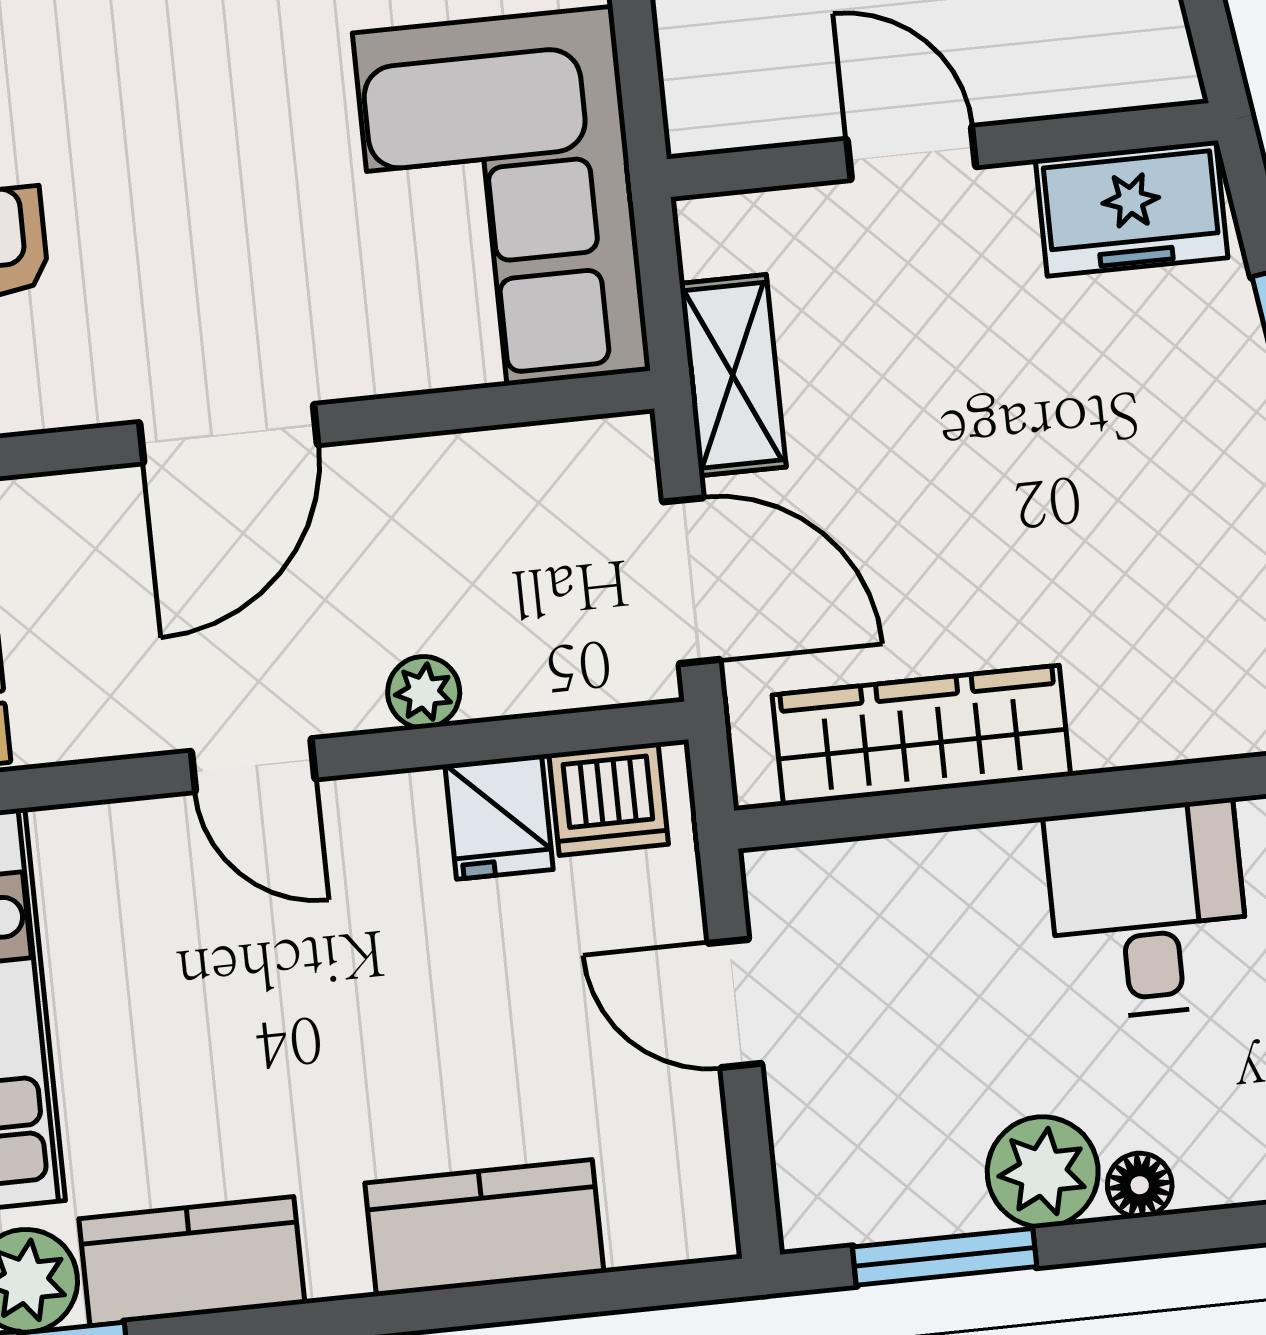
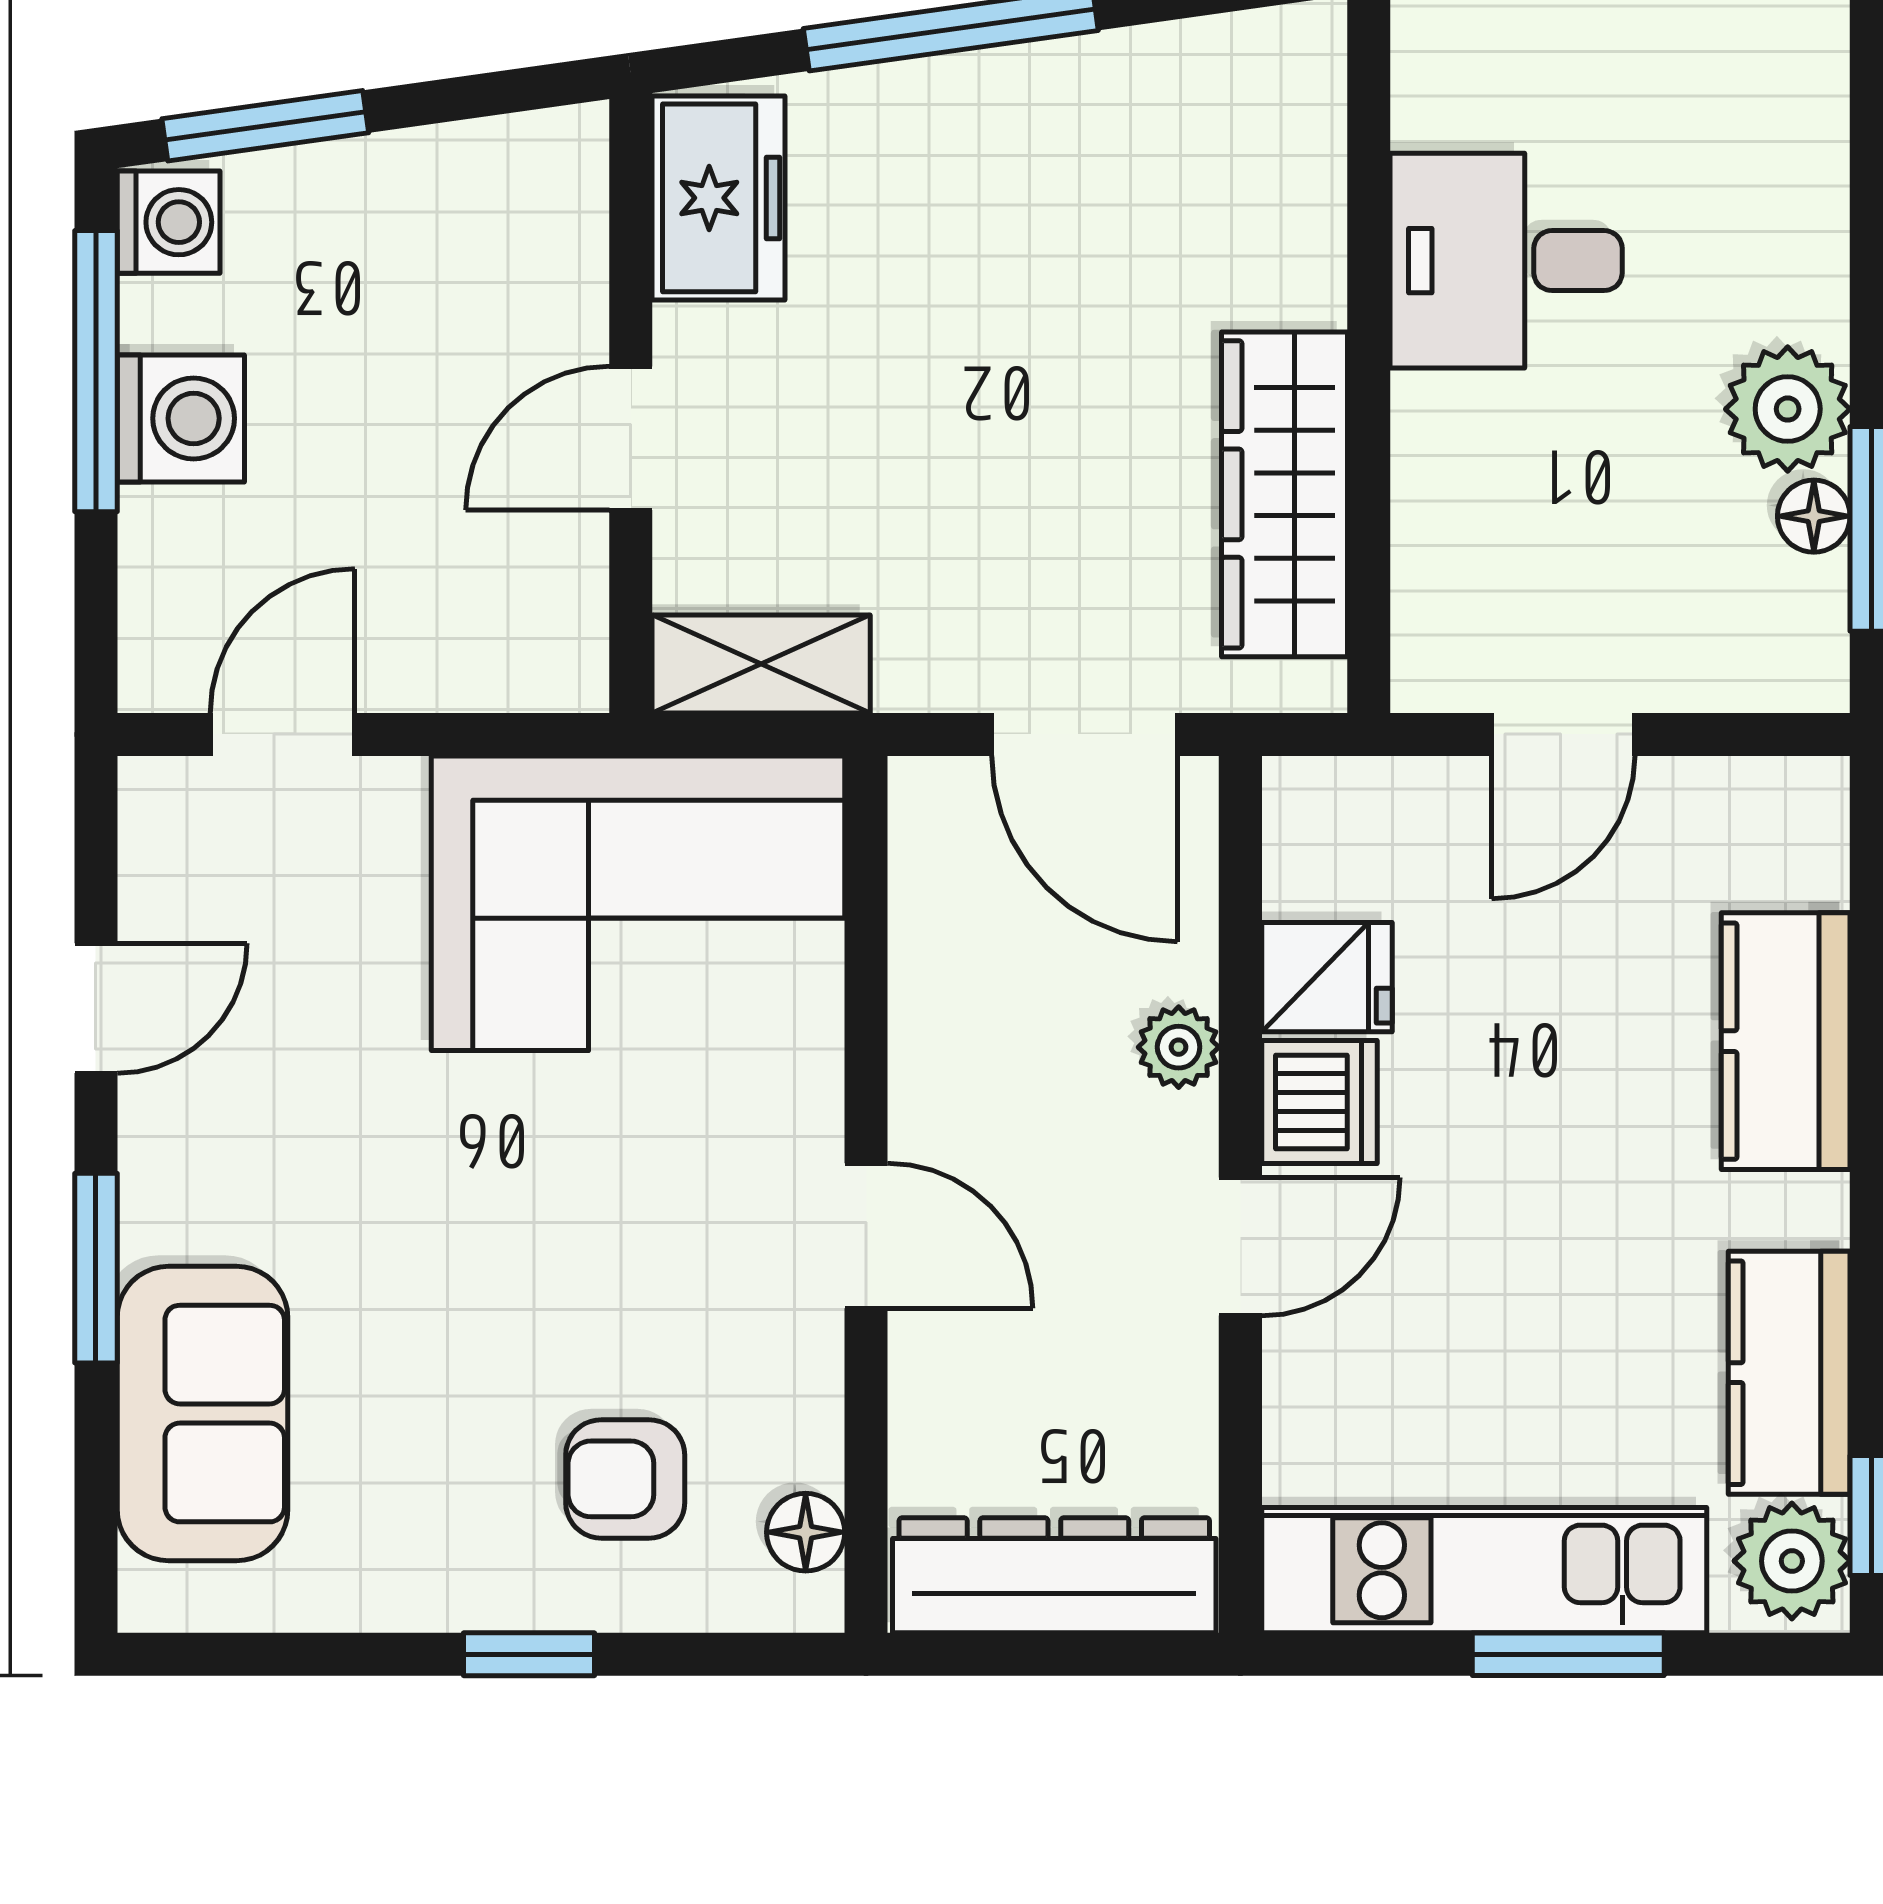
shelving: (733, 375) -> (761, 664), moved
door: (229, 434) -> (866, 1236), width x0.73
door: (691, 581) -> (1085, 734), swing flipped
dishwasher: (609, 799) -> (1319, 1102), moved
floor lamp: (1140, 1185) -> (1814, 516), moved

